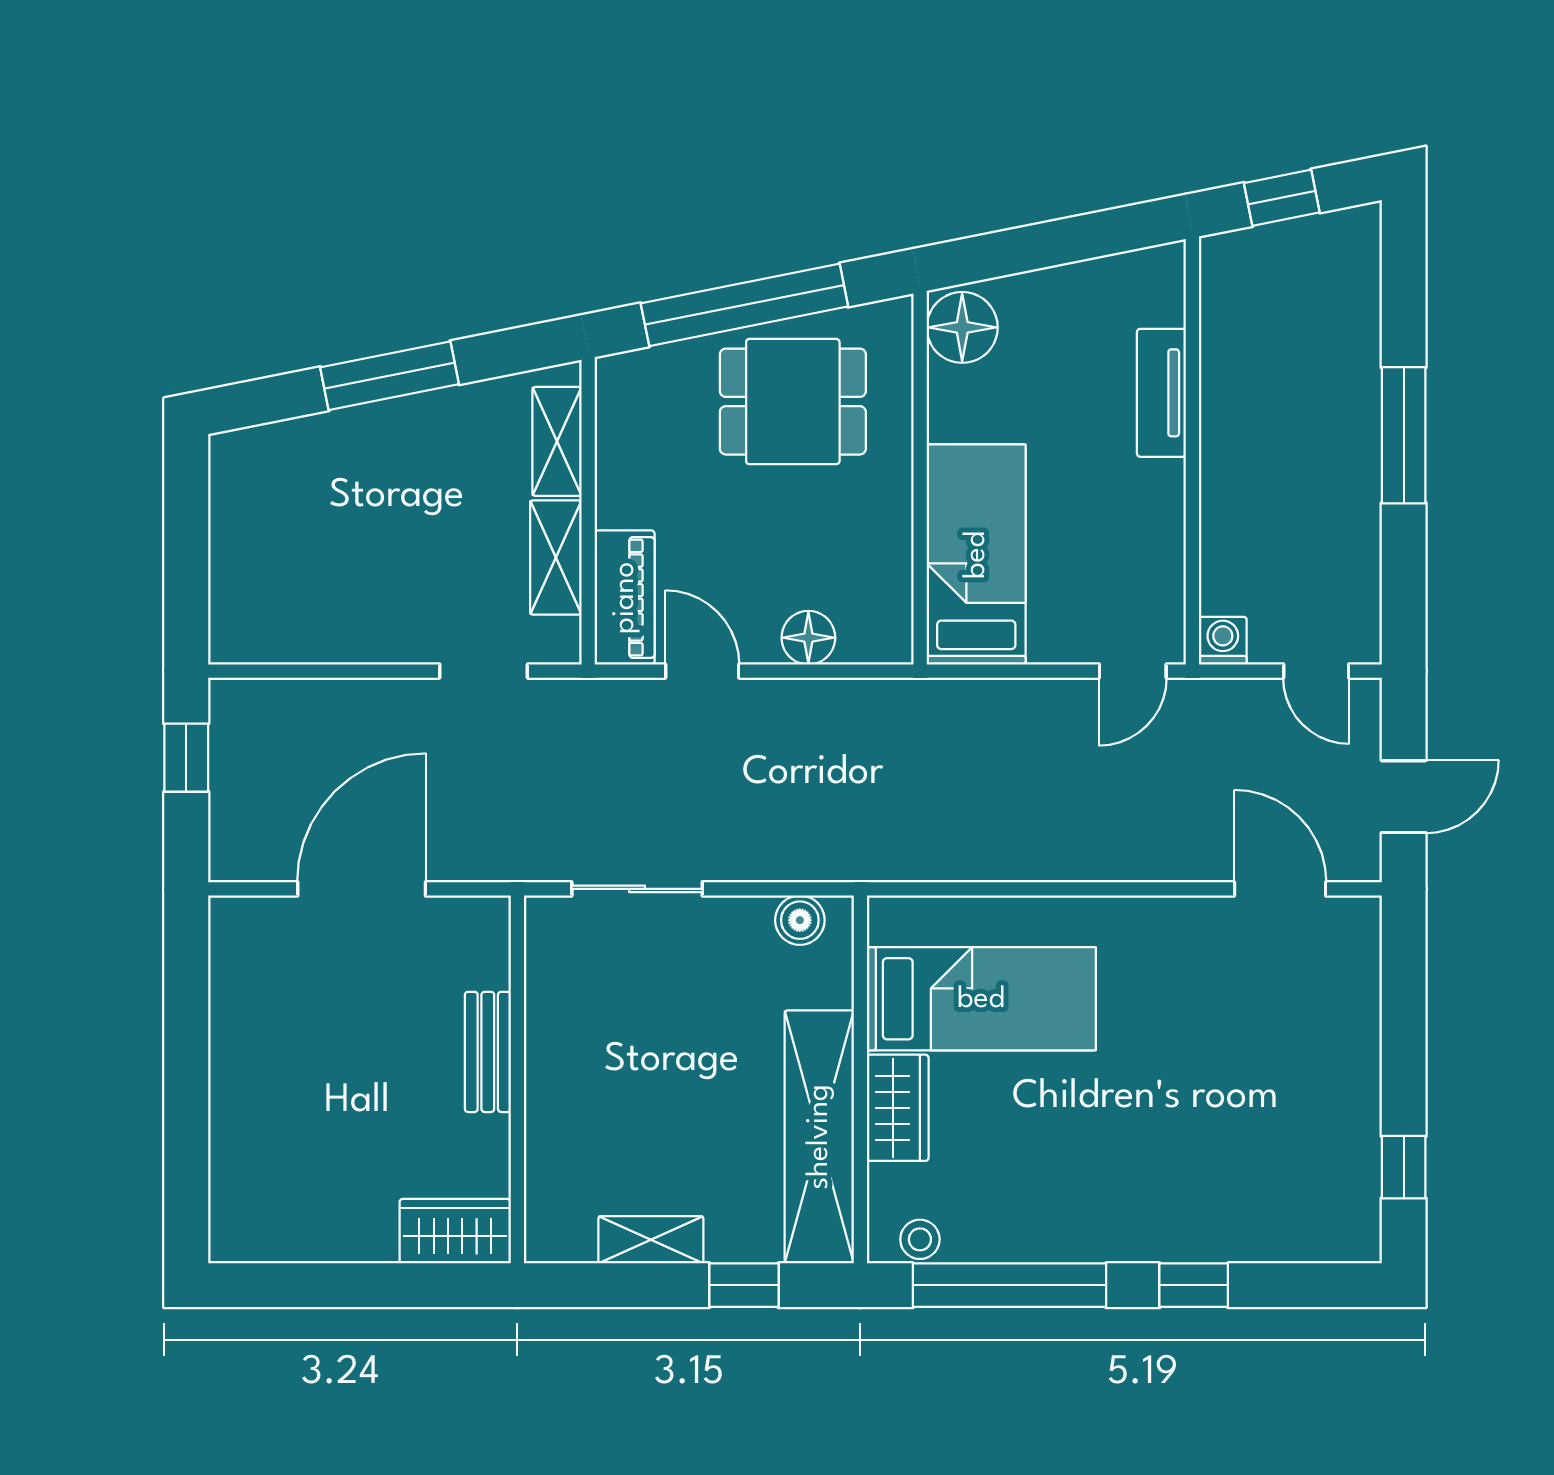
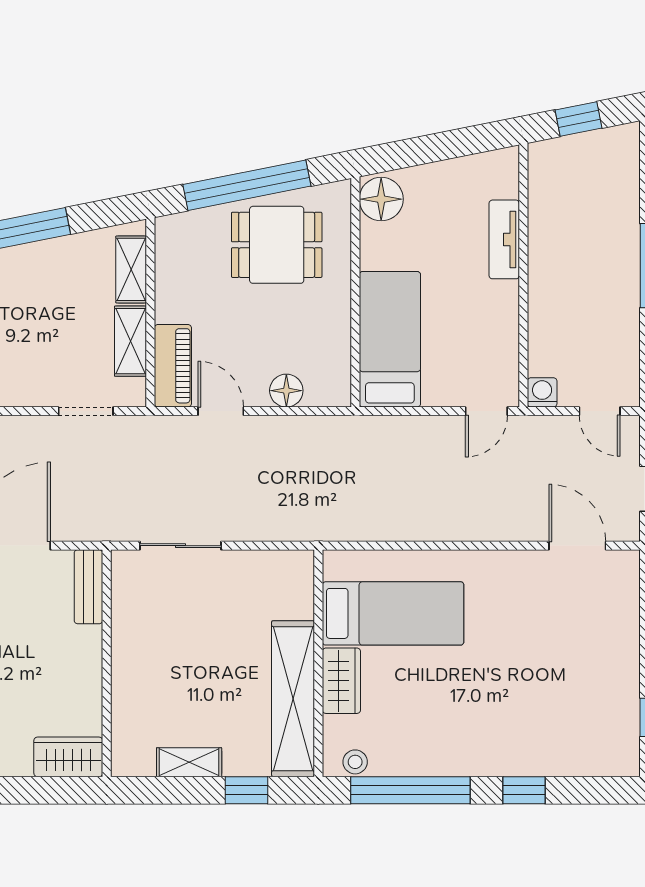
boiler: (800, 920) -> (281, 565), removed
bench: (488, 1052) -> (88, 587), moved

